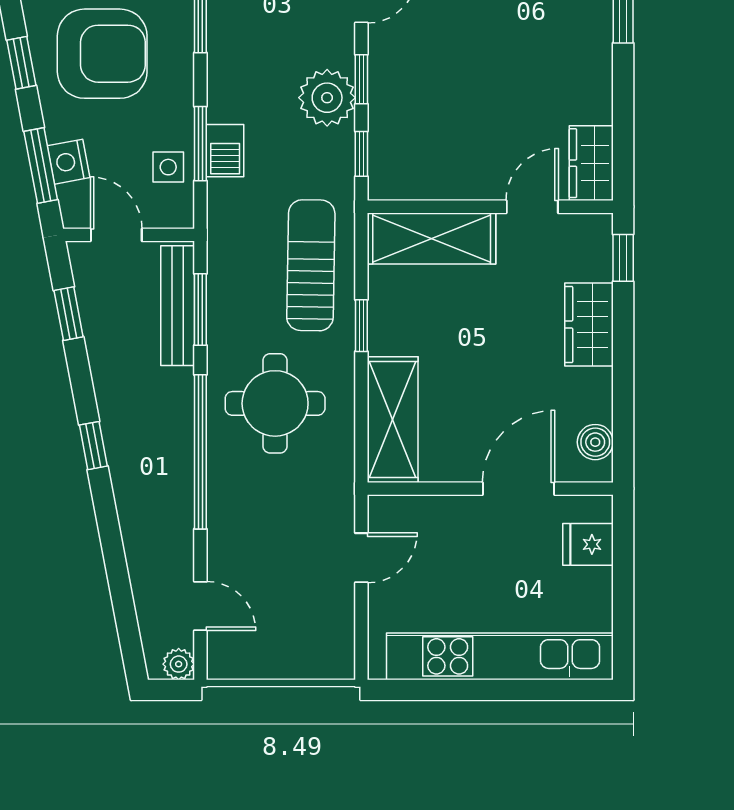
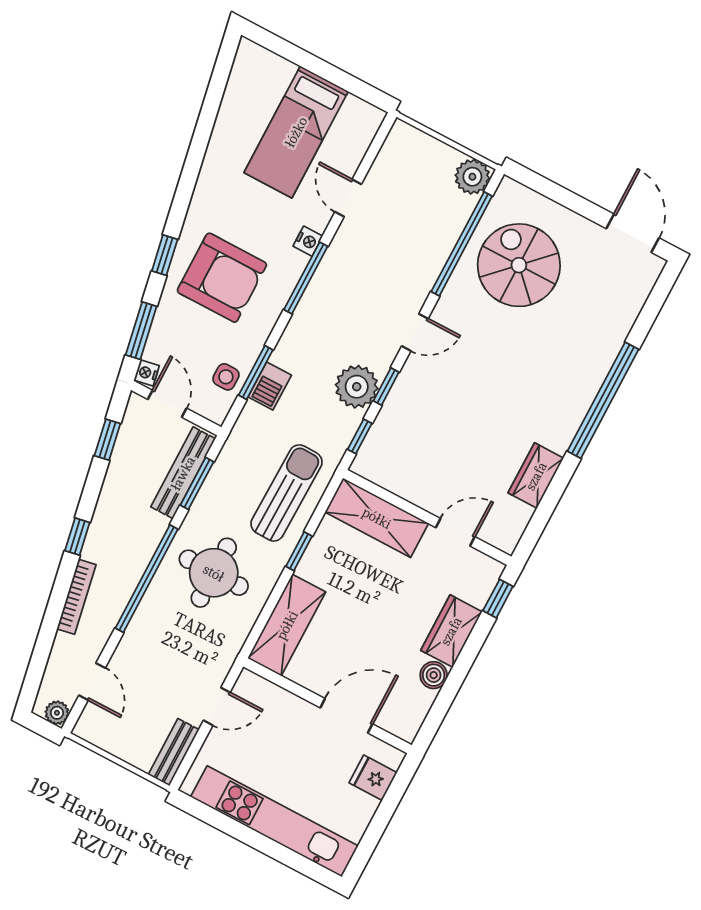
nightstand: (69, 162) -> (147, 373), moved, width x0.72, depth x0.74
wardrobe: (591, 163) -> (536, 476), moved
boiler: (595, 442) -> (434, 675), moved
bookcase: (130, 516) -> (76, 597), added
bench: (339, 638) -> (174, 752), added

